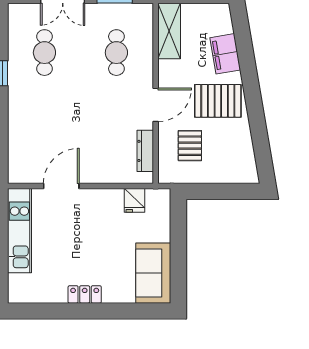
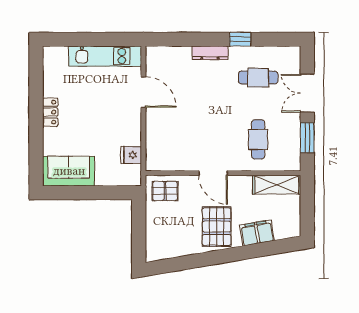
cafe table: (116, 53) -> (258, 139), turned 90
pallet: (190, 146) -> (165, 191), moved
dresser: (145, 151) -> (210, 53), moved, turned 180

